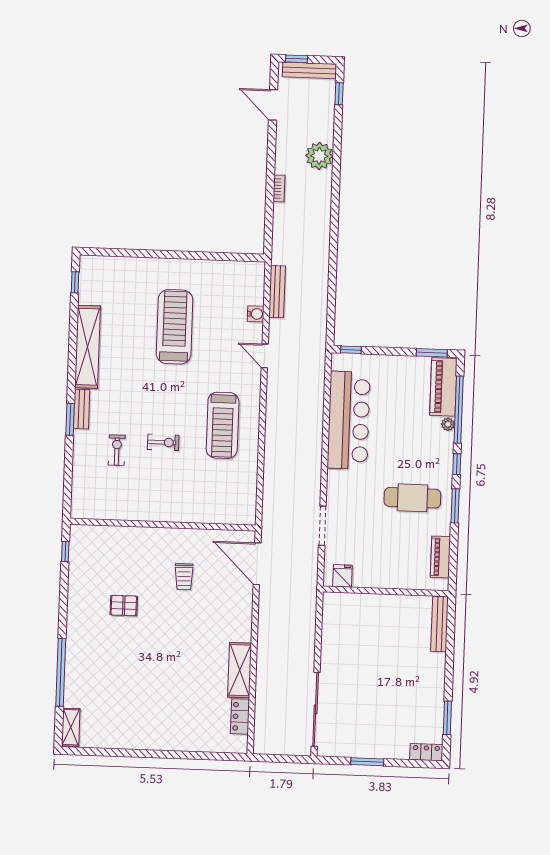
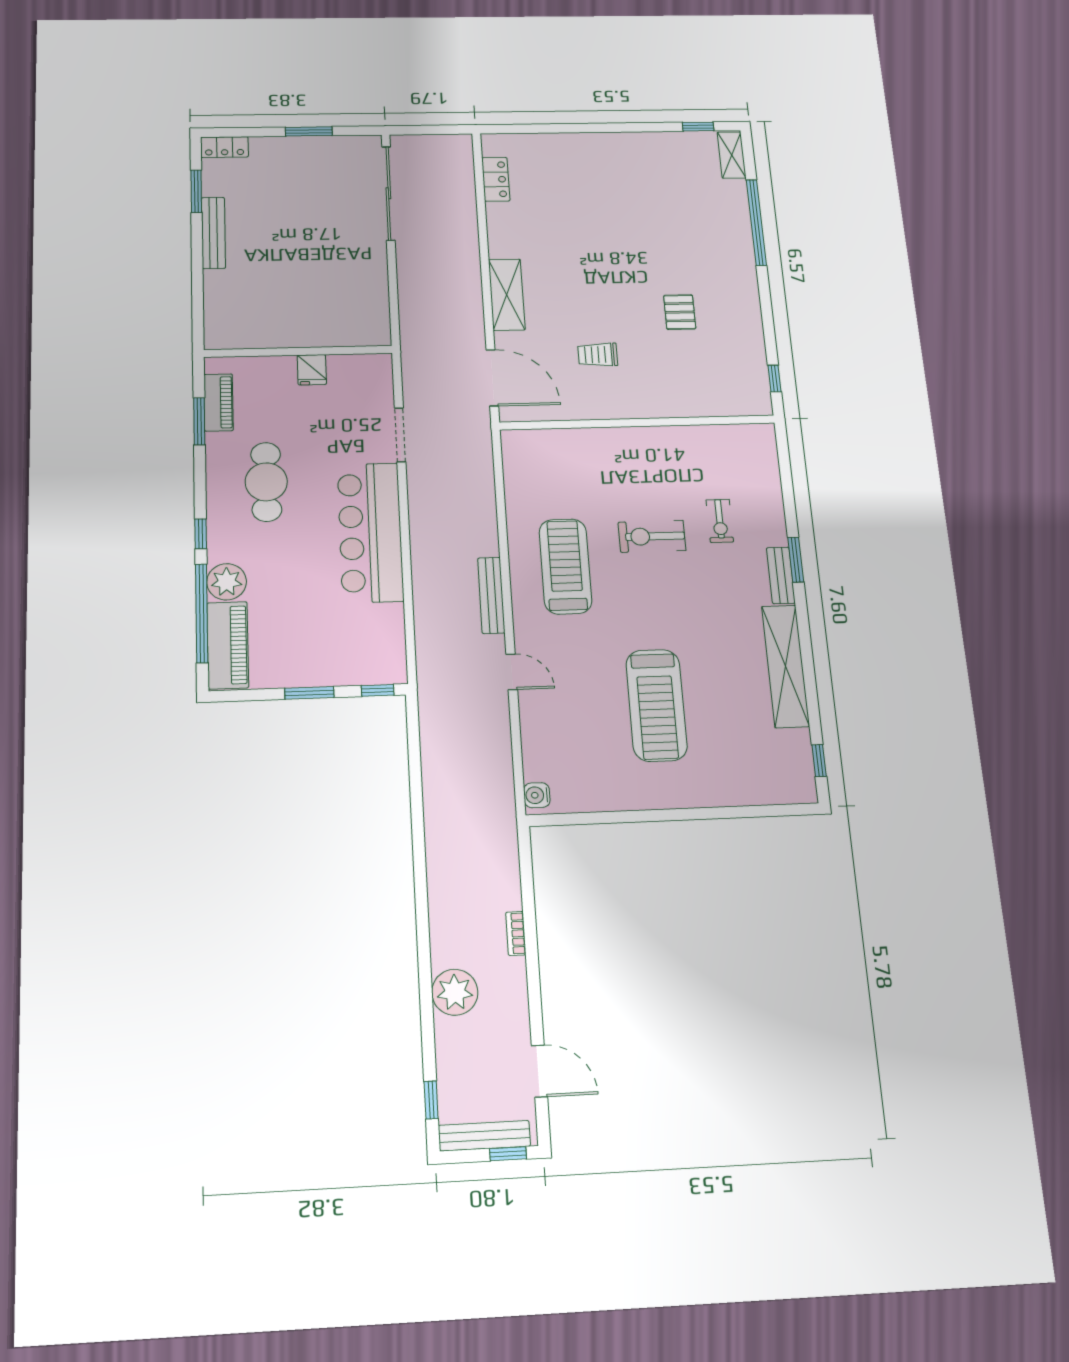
bench: (277, 292) -> (491, 595), moved
water cooler: (256, 314) -> (537, 795), moved
window: (432, 353) -> (309, 693), moved
bar counter: (349, 420) -> (370, 532), moved
plant: (448, 424) -> (227, 582), width x1.88, depth x1.88
exercise bike: (163, 442) -> (652, 536), width x1.38, depth x1.39
cafe table: (412, 498) -> (266, 482), turned 90
window: (455, 506) -> (199, 421), moved
fridge: (342, 576) -> (312, 370), moved
trolley: (184, 577) -> (598, 355), turned -89
pallet: (124, 606) -> (680, 312), turned 90
bench: (440, 624) -> (213, 233), moved
shelving: (240, 670) -> (507, 295), moved
window: (92, 752) -> (698, 127), added

